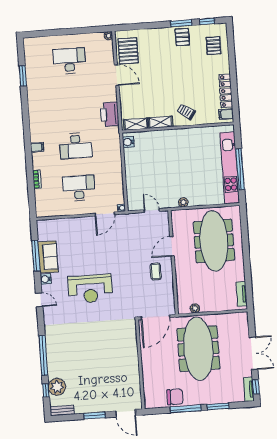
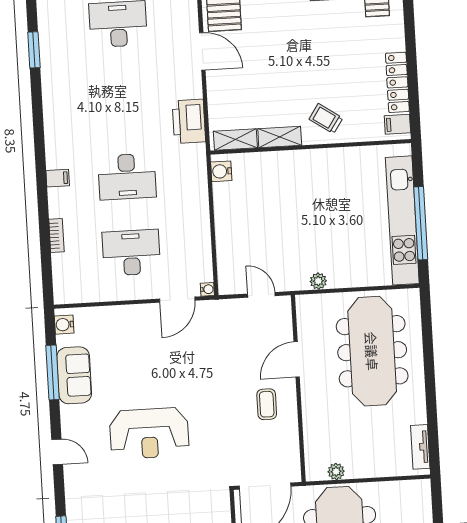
water cooler: (46, 279) -> (64, 325), moved

